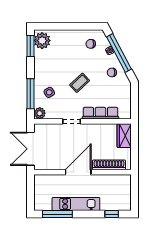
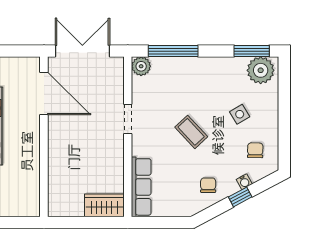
window: (119, 53) -> (240, 197), width x0.32
side table: (49, 92) -> (240, 114), moved
row of seats: (101, 113) -> (141, 187), moved
shoe rack: (109, 165) -> (56, 180), removed
door: (78, 172) -> (44, 93), moved

